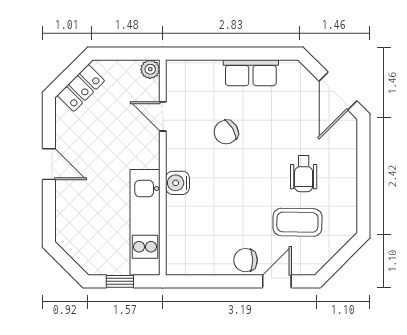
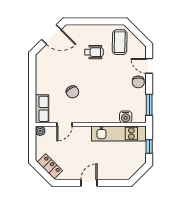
row of seats: (251, 73) -> (42, 109), moved
water cooler: (177, 183) -> (126, 117), moved
coffee table: (297, 222) -> (120, 42), moved
window: (201, 281) -> (149, 105), added

